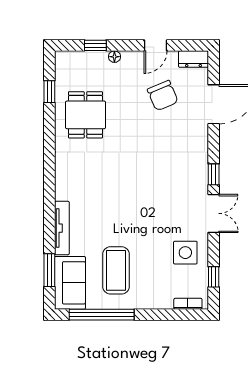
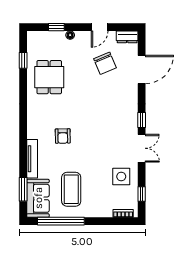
armchair: (104, 196) -> (63, 136), added

